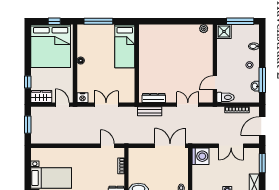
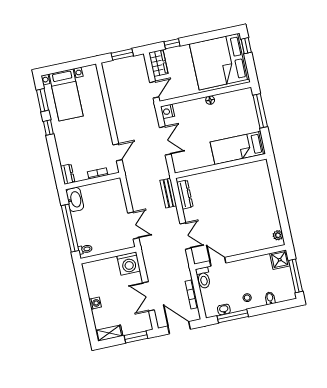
window: (54, 21) -> (246, 46), moved
double door: (170, 146) -> (133, 225), width x0.73

